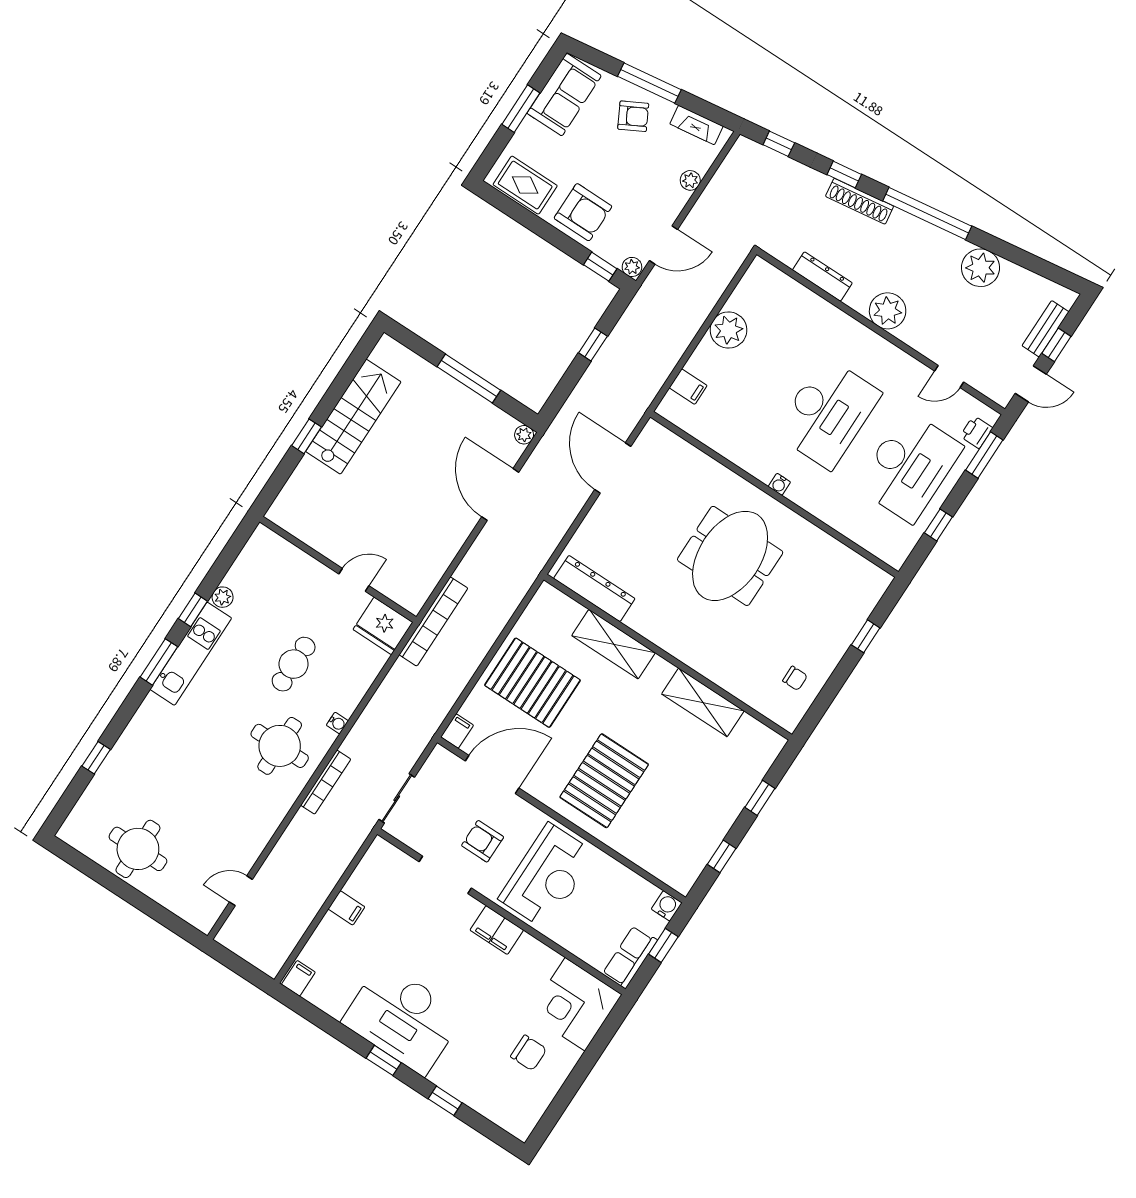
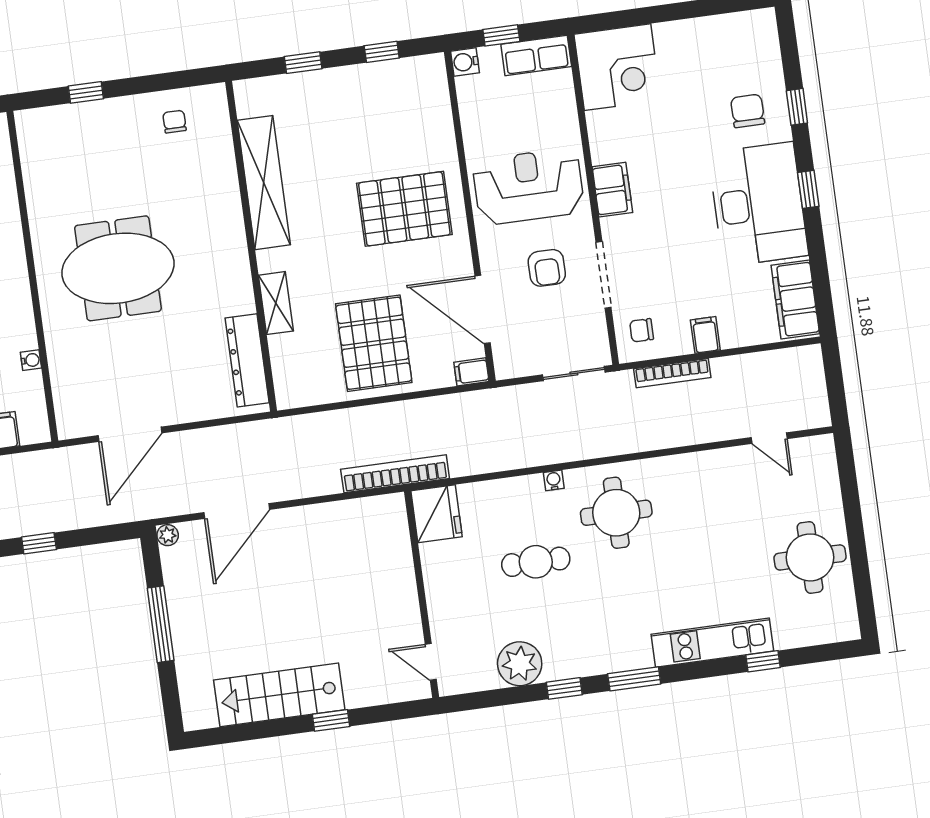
water cooler: (779, 484) -> (31, 360), moved
door: (354, 580) -> (431, 662), moved
plant: (223, 597) -> (520, 664), width x1.87, depth x1.87
shelving: (614, 644) -> (276, 303), width x0.67, depth x0.75
kitchen unit: (191, 654) -> (712, 643), moved
shelving: (703, 702) -> (264, 183), width x1.47
bookcase: (326, 782) -> (672, 373), moved, turned 180
chair: (386, 868) -> (642, 330), added
filing cabinet: (298, 978) -> (795, 299), width x3.00, depth x1.17
chair: (529, 1053) -> (748, 111), moved

